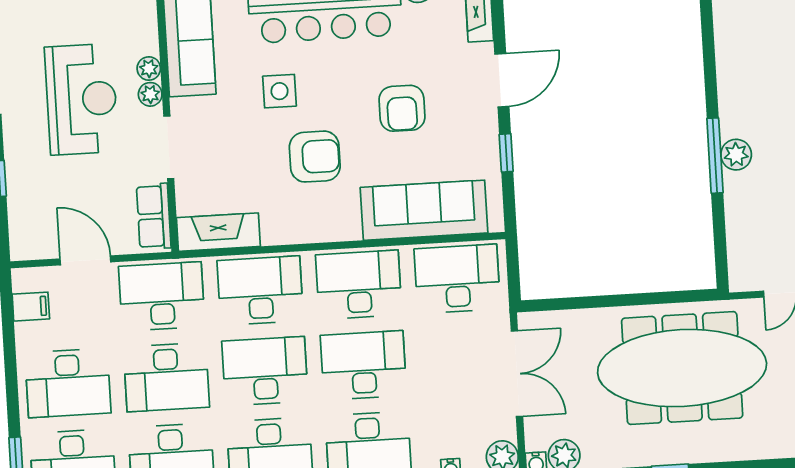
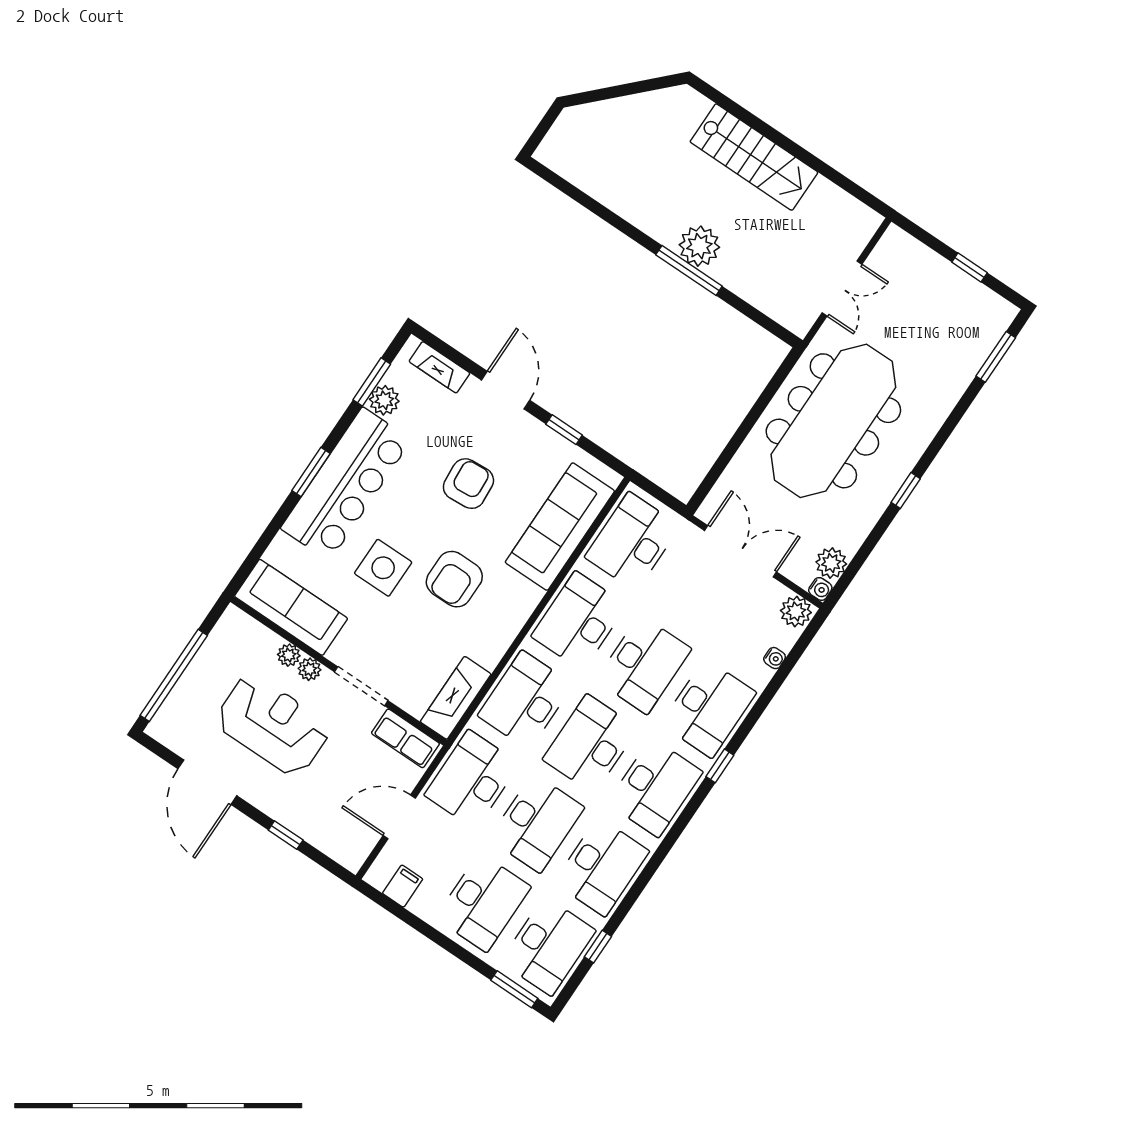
side table: (279, 91) -> (383, 568), width x1.37, depth x1.37
armchair: (402, 108) -> (468, 484), turned -94
plant: (736, 155) -> (699, 246), width x1.36, depth x1.36
armchair: (315, 157) -> (454, 579), turned 180
desk: (363, 365) -> (644, 665), turned 180

